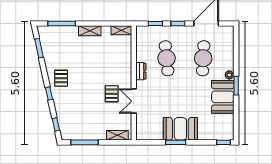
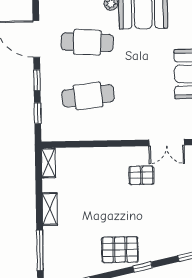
dresser: (141, 71) -> (108, 133), removed
pallet: (61, 78) -> (120, 250), width x1.50, depth x1.42
double door: (134, 101) -> (167, 143), moved

